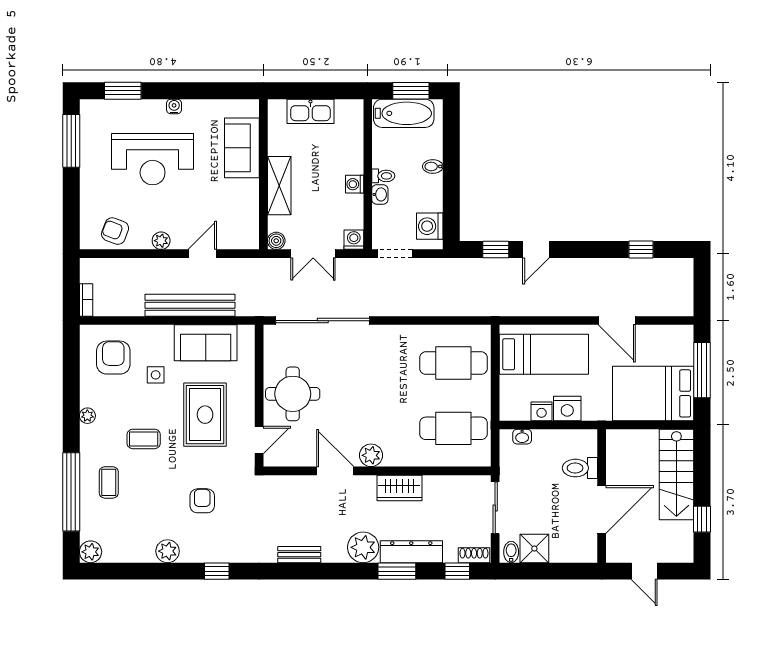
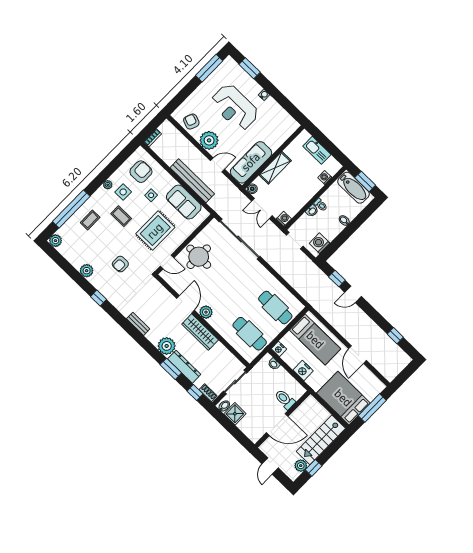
sofa: (242, 148) -> (251, 162), moved, width x1.36
washing machine: (355, 184) -> (325, 178), moved
plant: (161, 241) -> (209, 140), width x1.87, depth x1.87
side table: (116, 406) -> (123, 192), added
nightstand: (542, 411) -> (279, 349), moved
wardrobe: (399, 488) -> (200, 332), width x1.50
armchair: (202, 501) -> (120, 264), turned 180
plant: (683, 532) -> (301, 466), added

